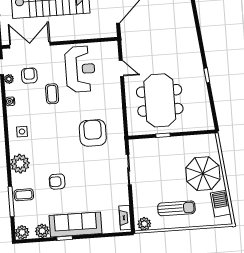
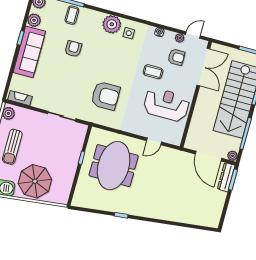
reception desk: (80, 69) -> (166, 104), turned 180
meeting table: (160, 100) -> (114, 166), turned 90
plant: (20, 164) -> (112, 24), moved

